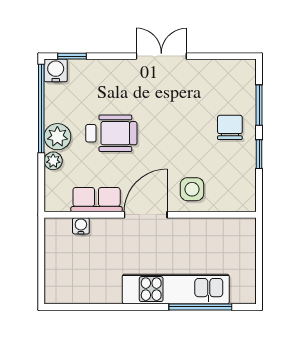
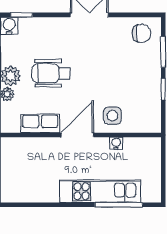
chair: (230, 127) -> (142, 33), moved, turned 90
wheelchair: (111, 133) -> (51, 73), turned 180
water cooler: (81, 226) -> (116, 143), moved

